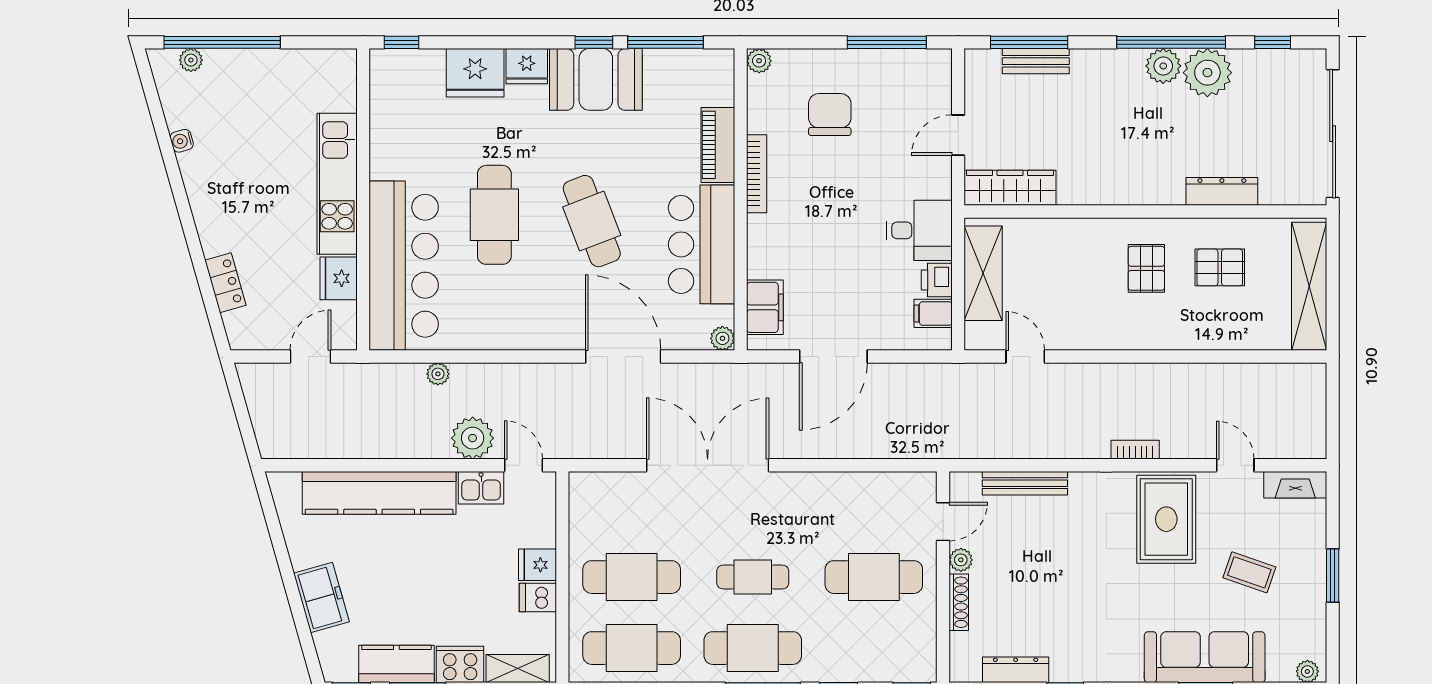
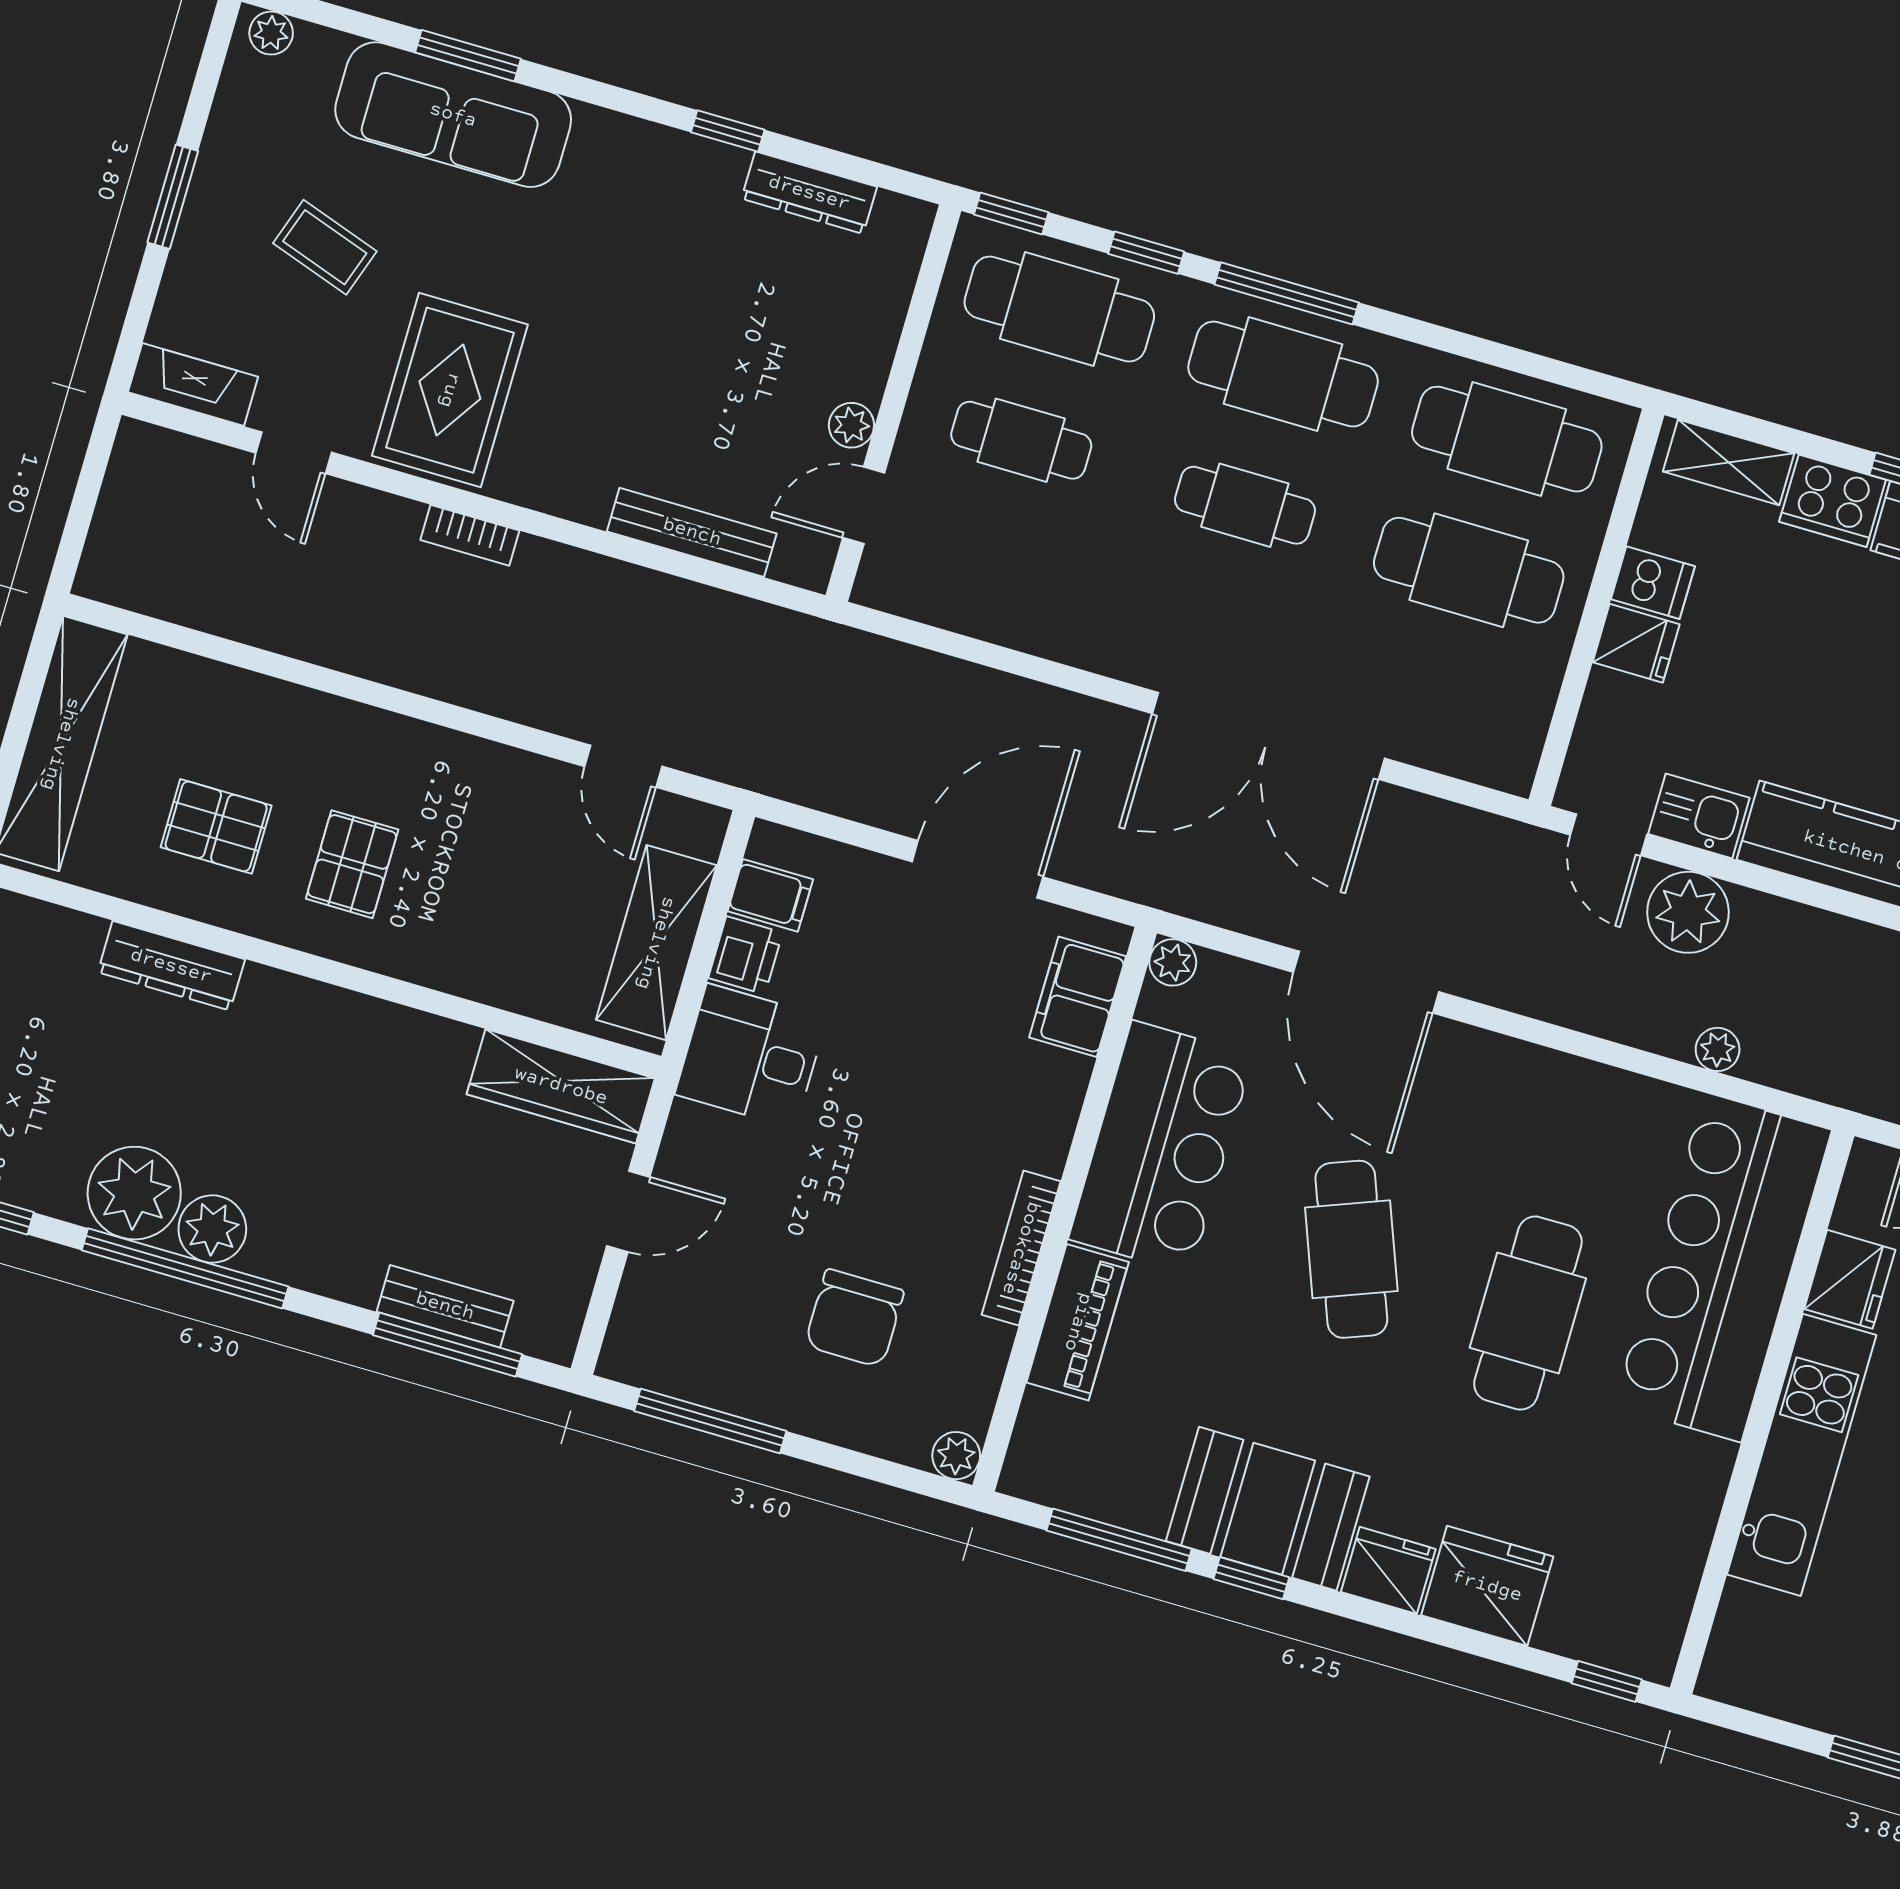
cafe table: (874, 577) -> (1021, 440), width x0.73, depth x0.74
shoe rack: (959, 602) -> (878, 348), removed
cafe table: (874, 648) -> (1059, 309), added

